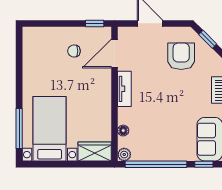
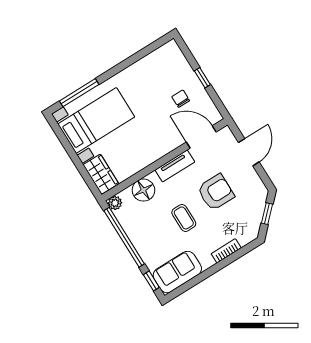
window: (95, 23) -> (202, 78), moved
armchair: (181, 56) -> (216, 192), moved
coffee table: (170, 107) -> (184, 218), added
floor lamp: (123, 131) -> (143, 190), width x1.89, depth x1.89

